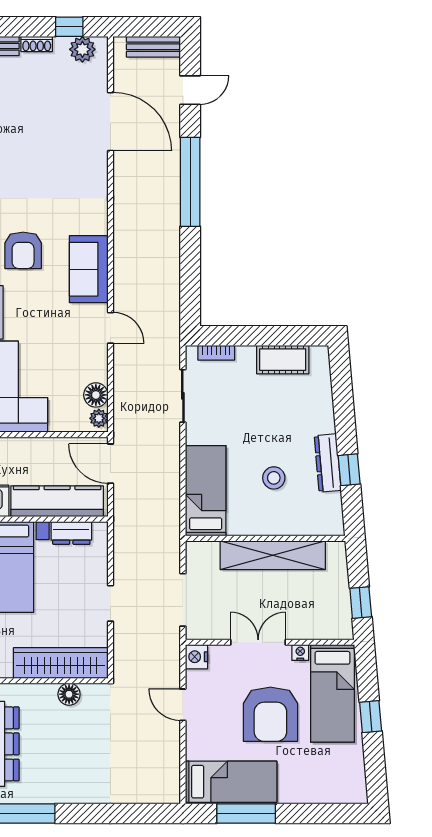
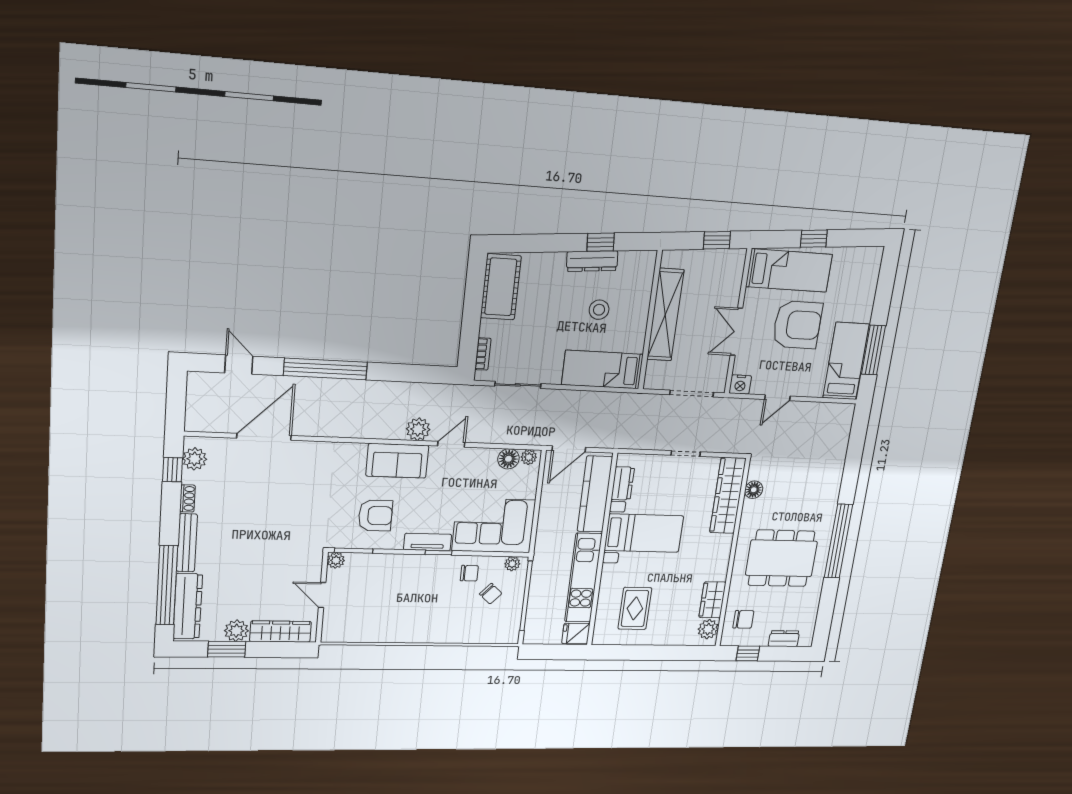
bench: (153, 47) -> (195, 396), removed
plant: (126, 289) -> (418, 429), added
cot: (283, 360) -> (501, 287), width x1.37, depth x1.34
nightstand: (300, 653) -> (751, 296), removed

